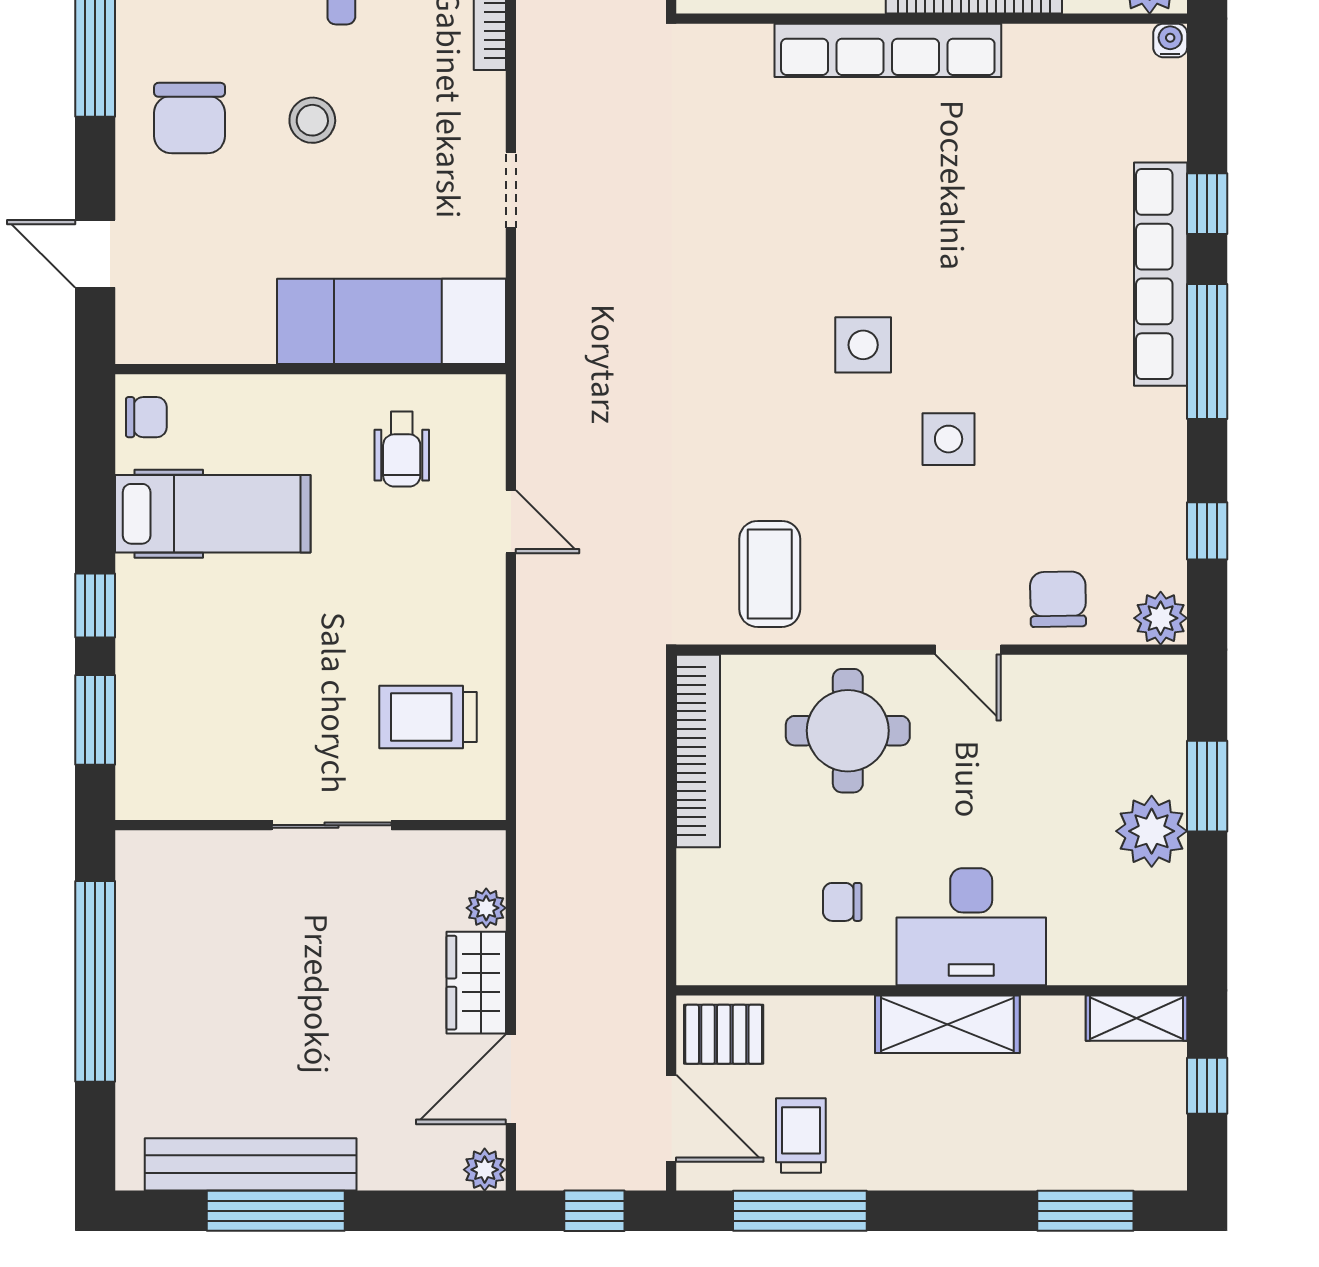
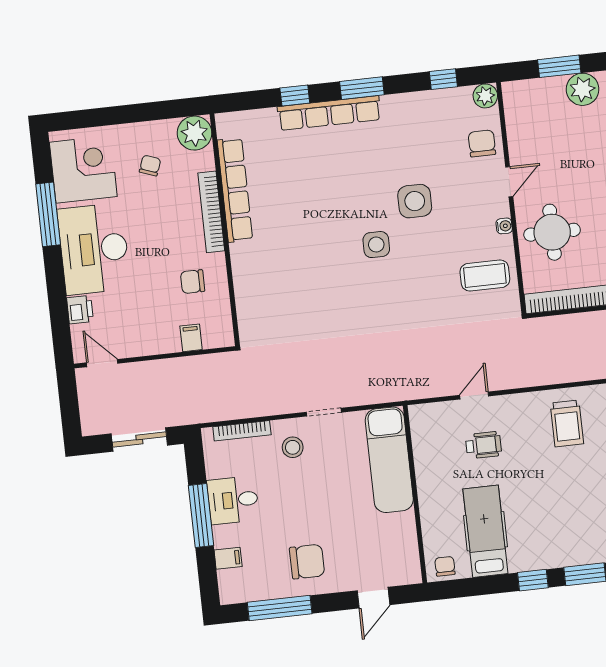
water cooler: (1170, 40) -> (504, 226), moved, turned 180
row of seats: (888, 50) -> (235, 190), moved
stool: (312, 120) -> (293, 447), moved
window: (1207, 351) -> (362, 88), width x0.69
side table: (949, 439) -> (415, 201), width x1.37, depth x1.37
wheelchair: (402, 449) -> (483, 445), moved
chair: (1058, 599) -> (482, 143), turned 91

